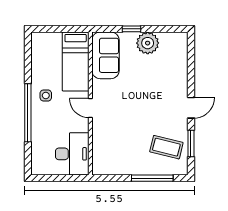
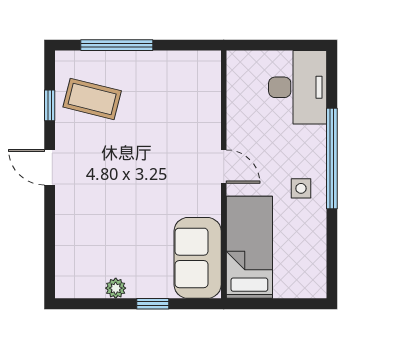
plant: (148, 43) -> (116, 288), width x0.53, depth x0.53
door: (191, 108) -> (50, 167), hinge flipped
window: (191, 143) -> (50, 105), width x0.67
desk: (72, 154) -> (298, 87), moved, turned 180

